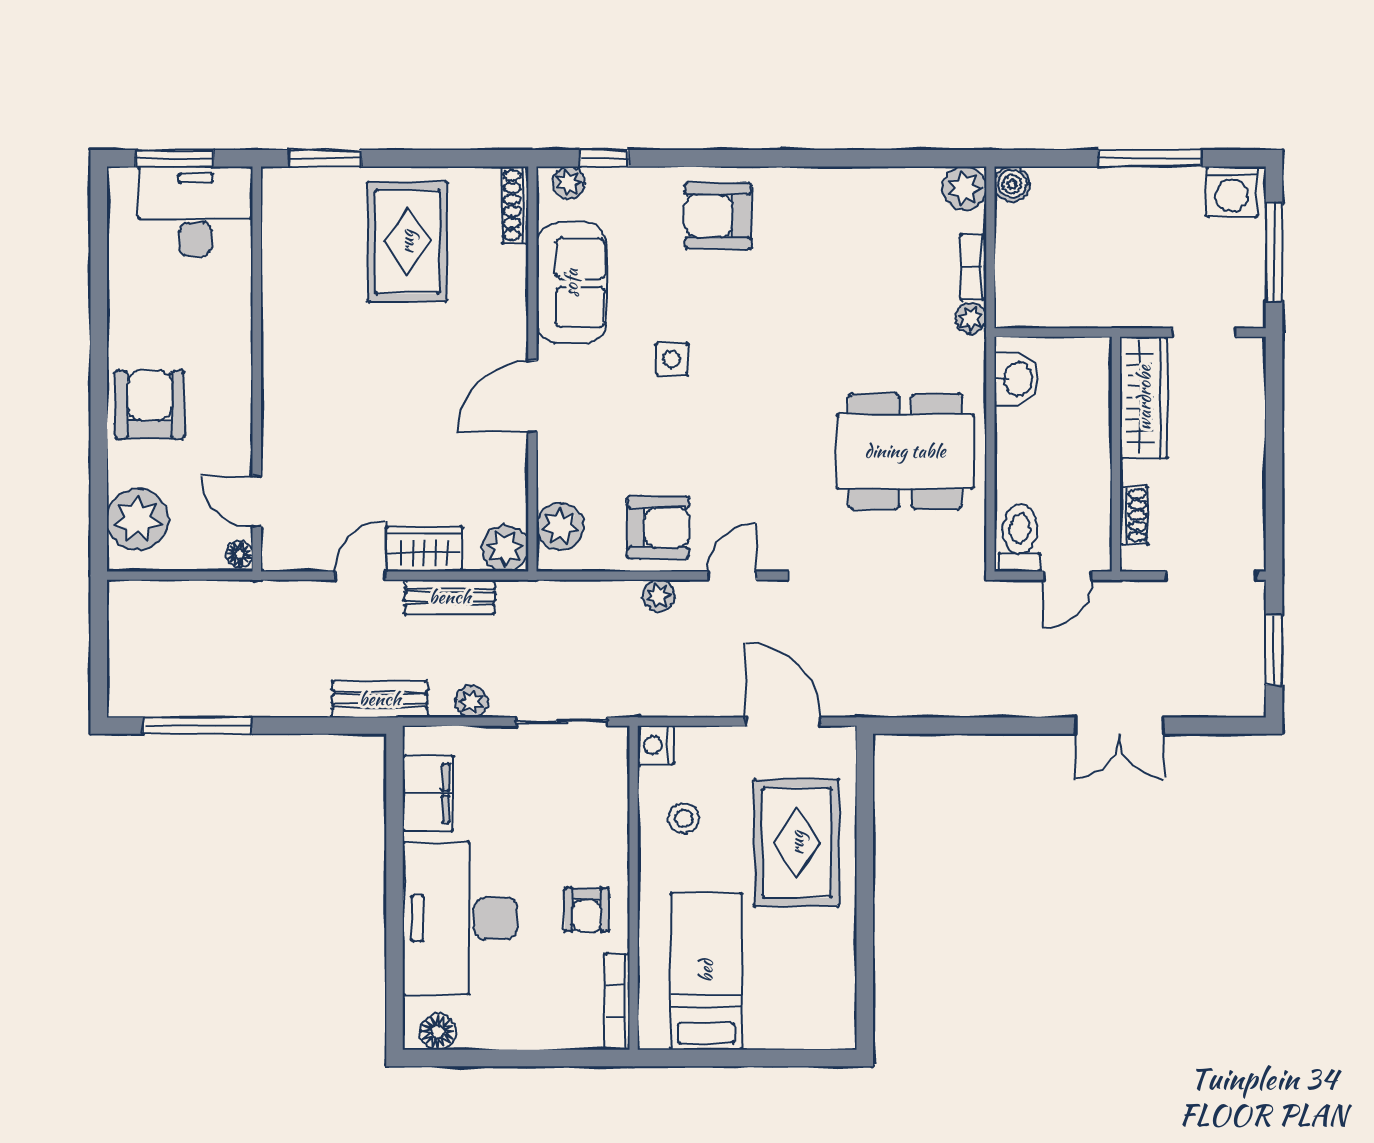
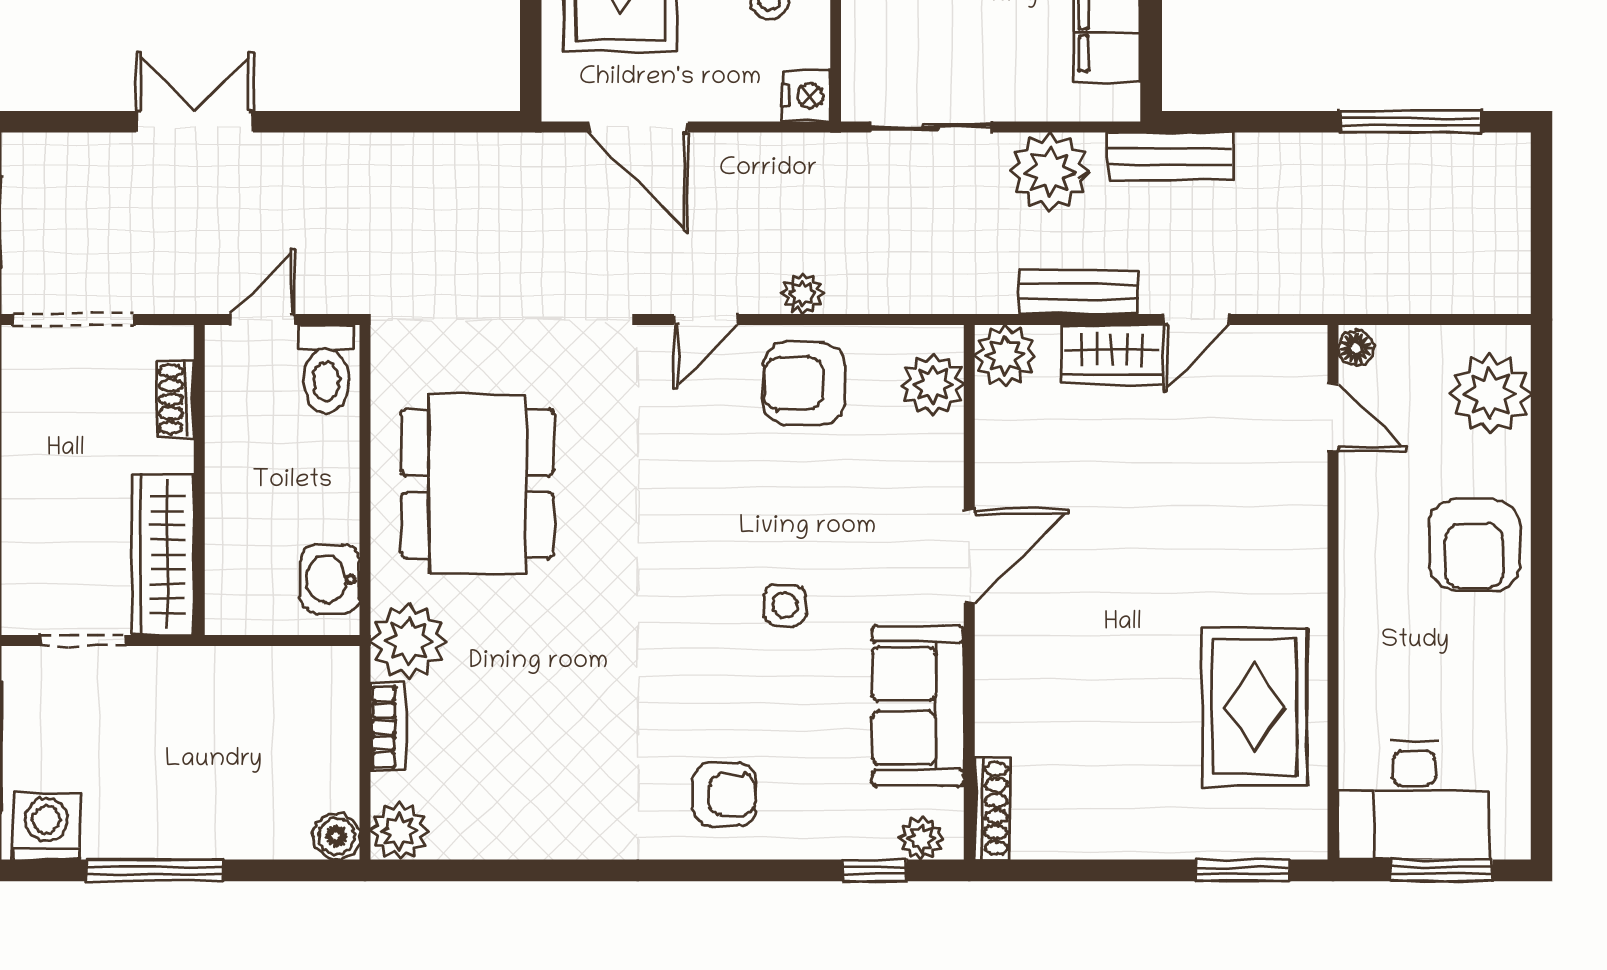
armchair: (718, 216) -> (724, 794), width x0.72, depth x0.72
rug: (407, 242) -> (1254, 707), moved
plant: (971, 318) -> (408, 641), width x1.88, depth x1.88
dining table: (905, 451) -> (477, 484), turned 90
plant: (471, 701) -> (1050, 172), width x1.88, depth x1.88

